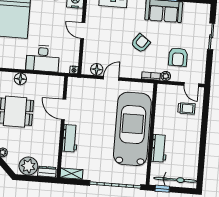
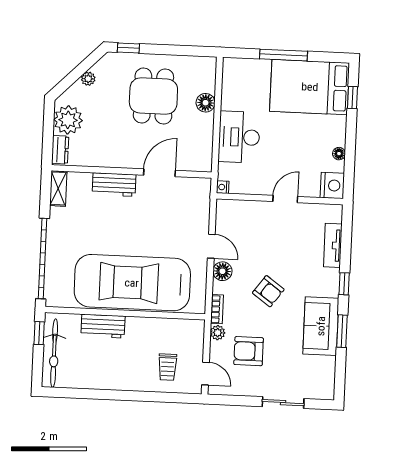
floor lamp: (97, 69) -> (222, 271), moved
door: (191, 85) -> (205, 374), swing flipped
car: (132, 129) -> (132, 283), turned 180

